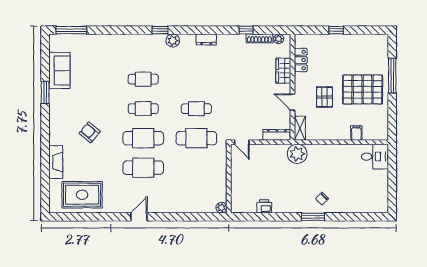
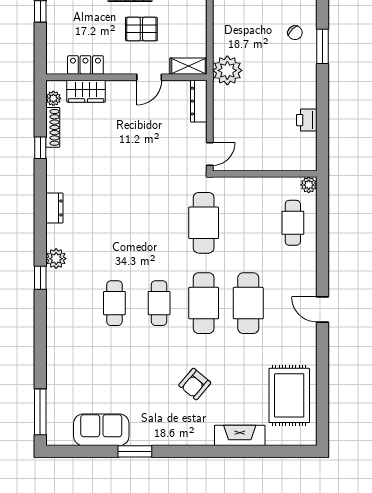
wardrobe: (283, 71) -> (86, 91), moved
cafe table: (196, 109) -> (293, 223), moved

